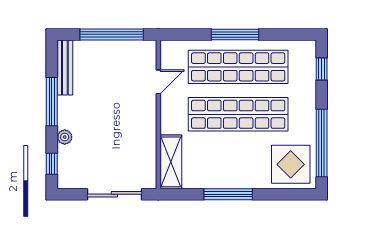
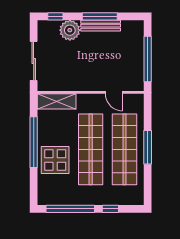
bench: (65, 68) -> (101, 26), moved
window: (322, 69) -> (110, 209), moved
plant: (65, 137) -> (70, 30), width x1.88, depth x1.88
display table: (291, 164) -> (55, 160), moved
window: (228, 194) -> (34, 142), width x1.46

